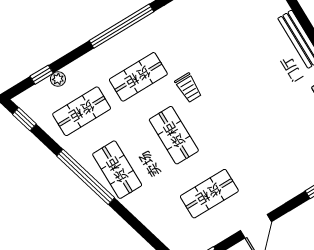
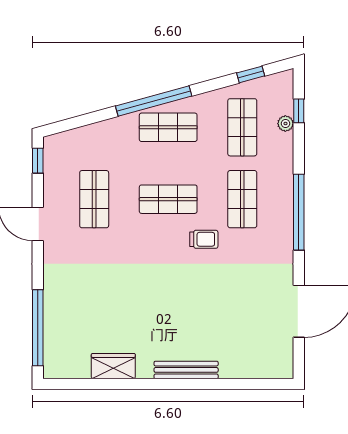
trolley: (188, 88) -> (204, 239), turned 180
window: (24, 119) -> (251, 74), moved
window: (86, 177) -> (154, 101), moved

